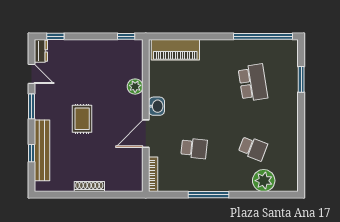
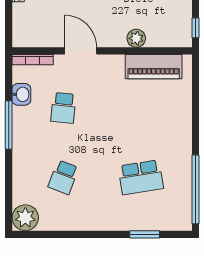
piano: (175, 50) -> (154, 67), moved, turned -90
washbasin: (157, 106) -> (21, 94), moved, turned -90
plant: (264, 181) -> (25, 218), moved

